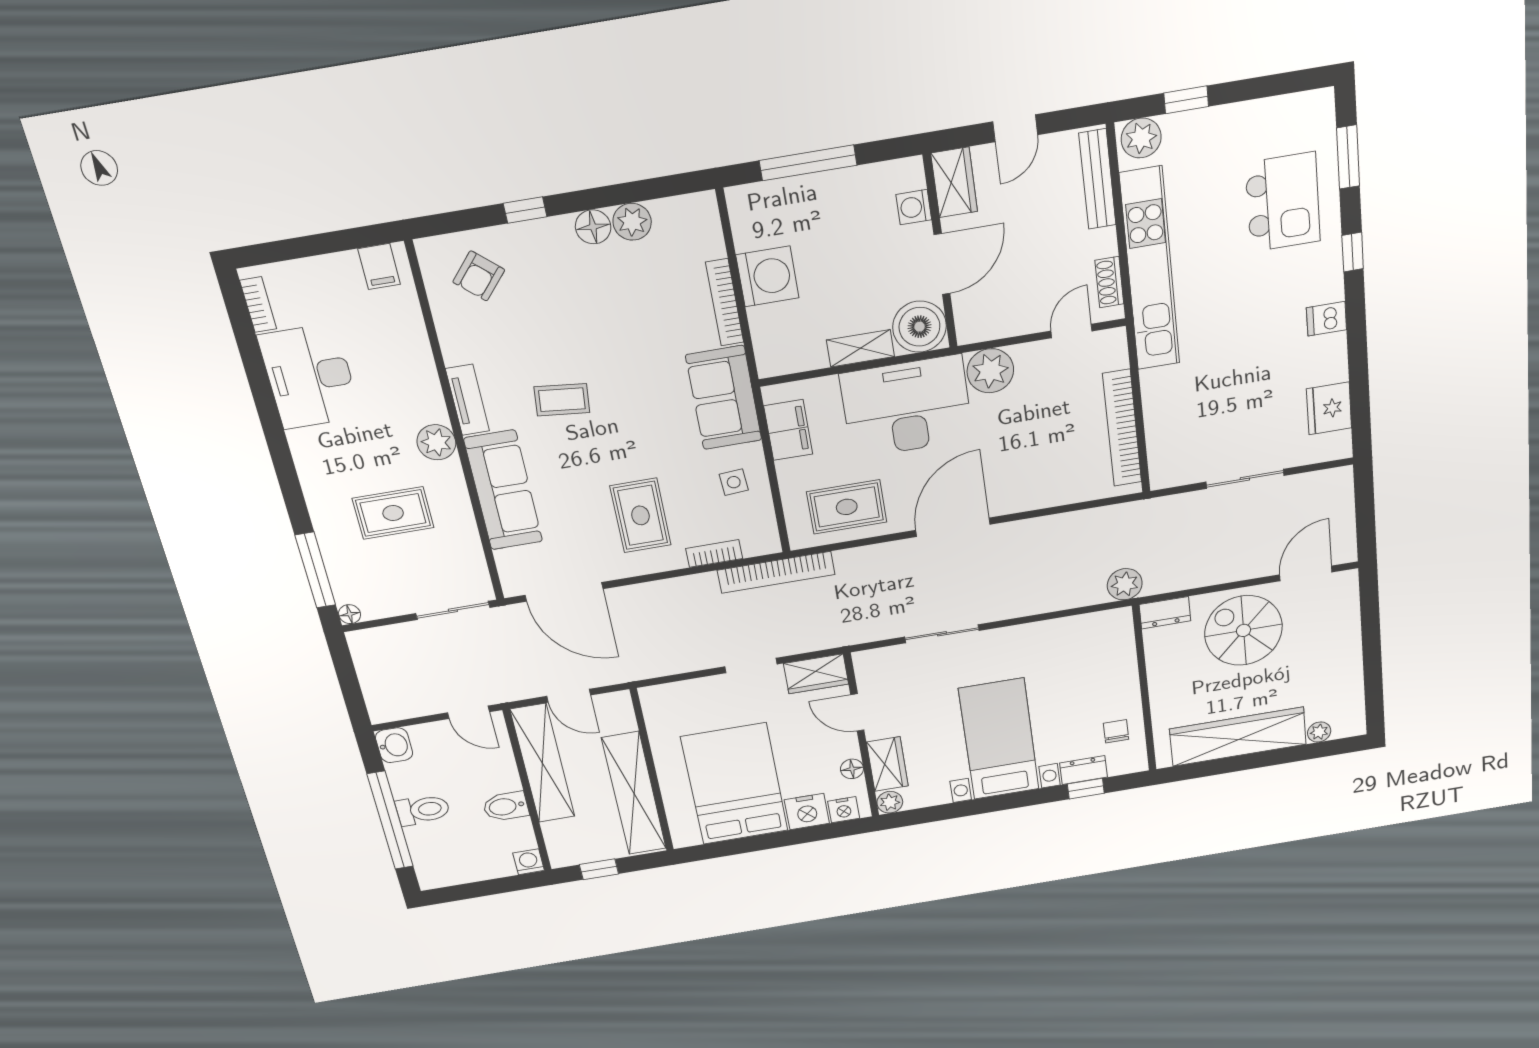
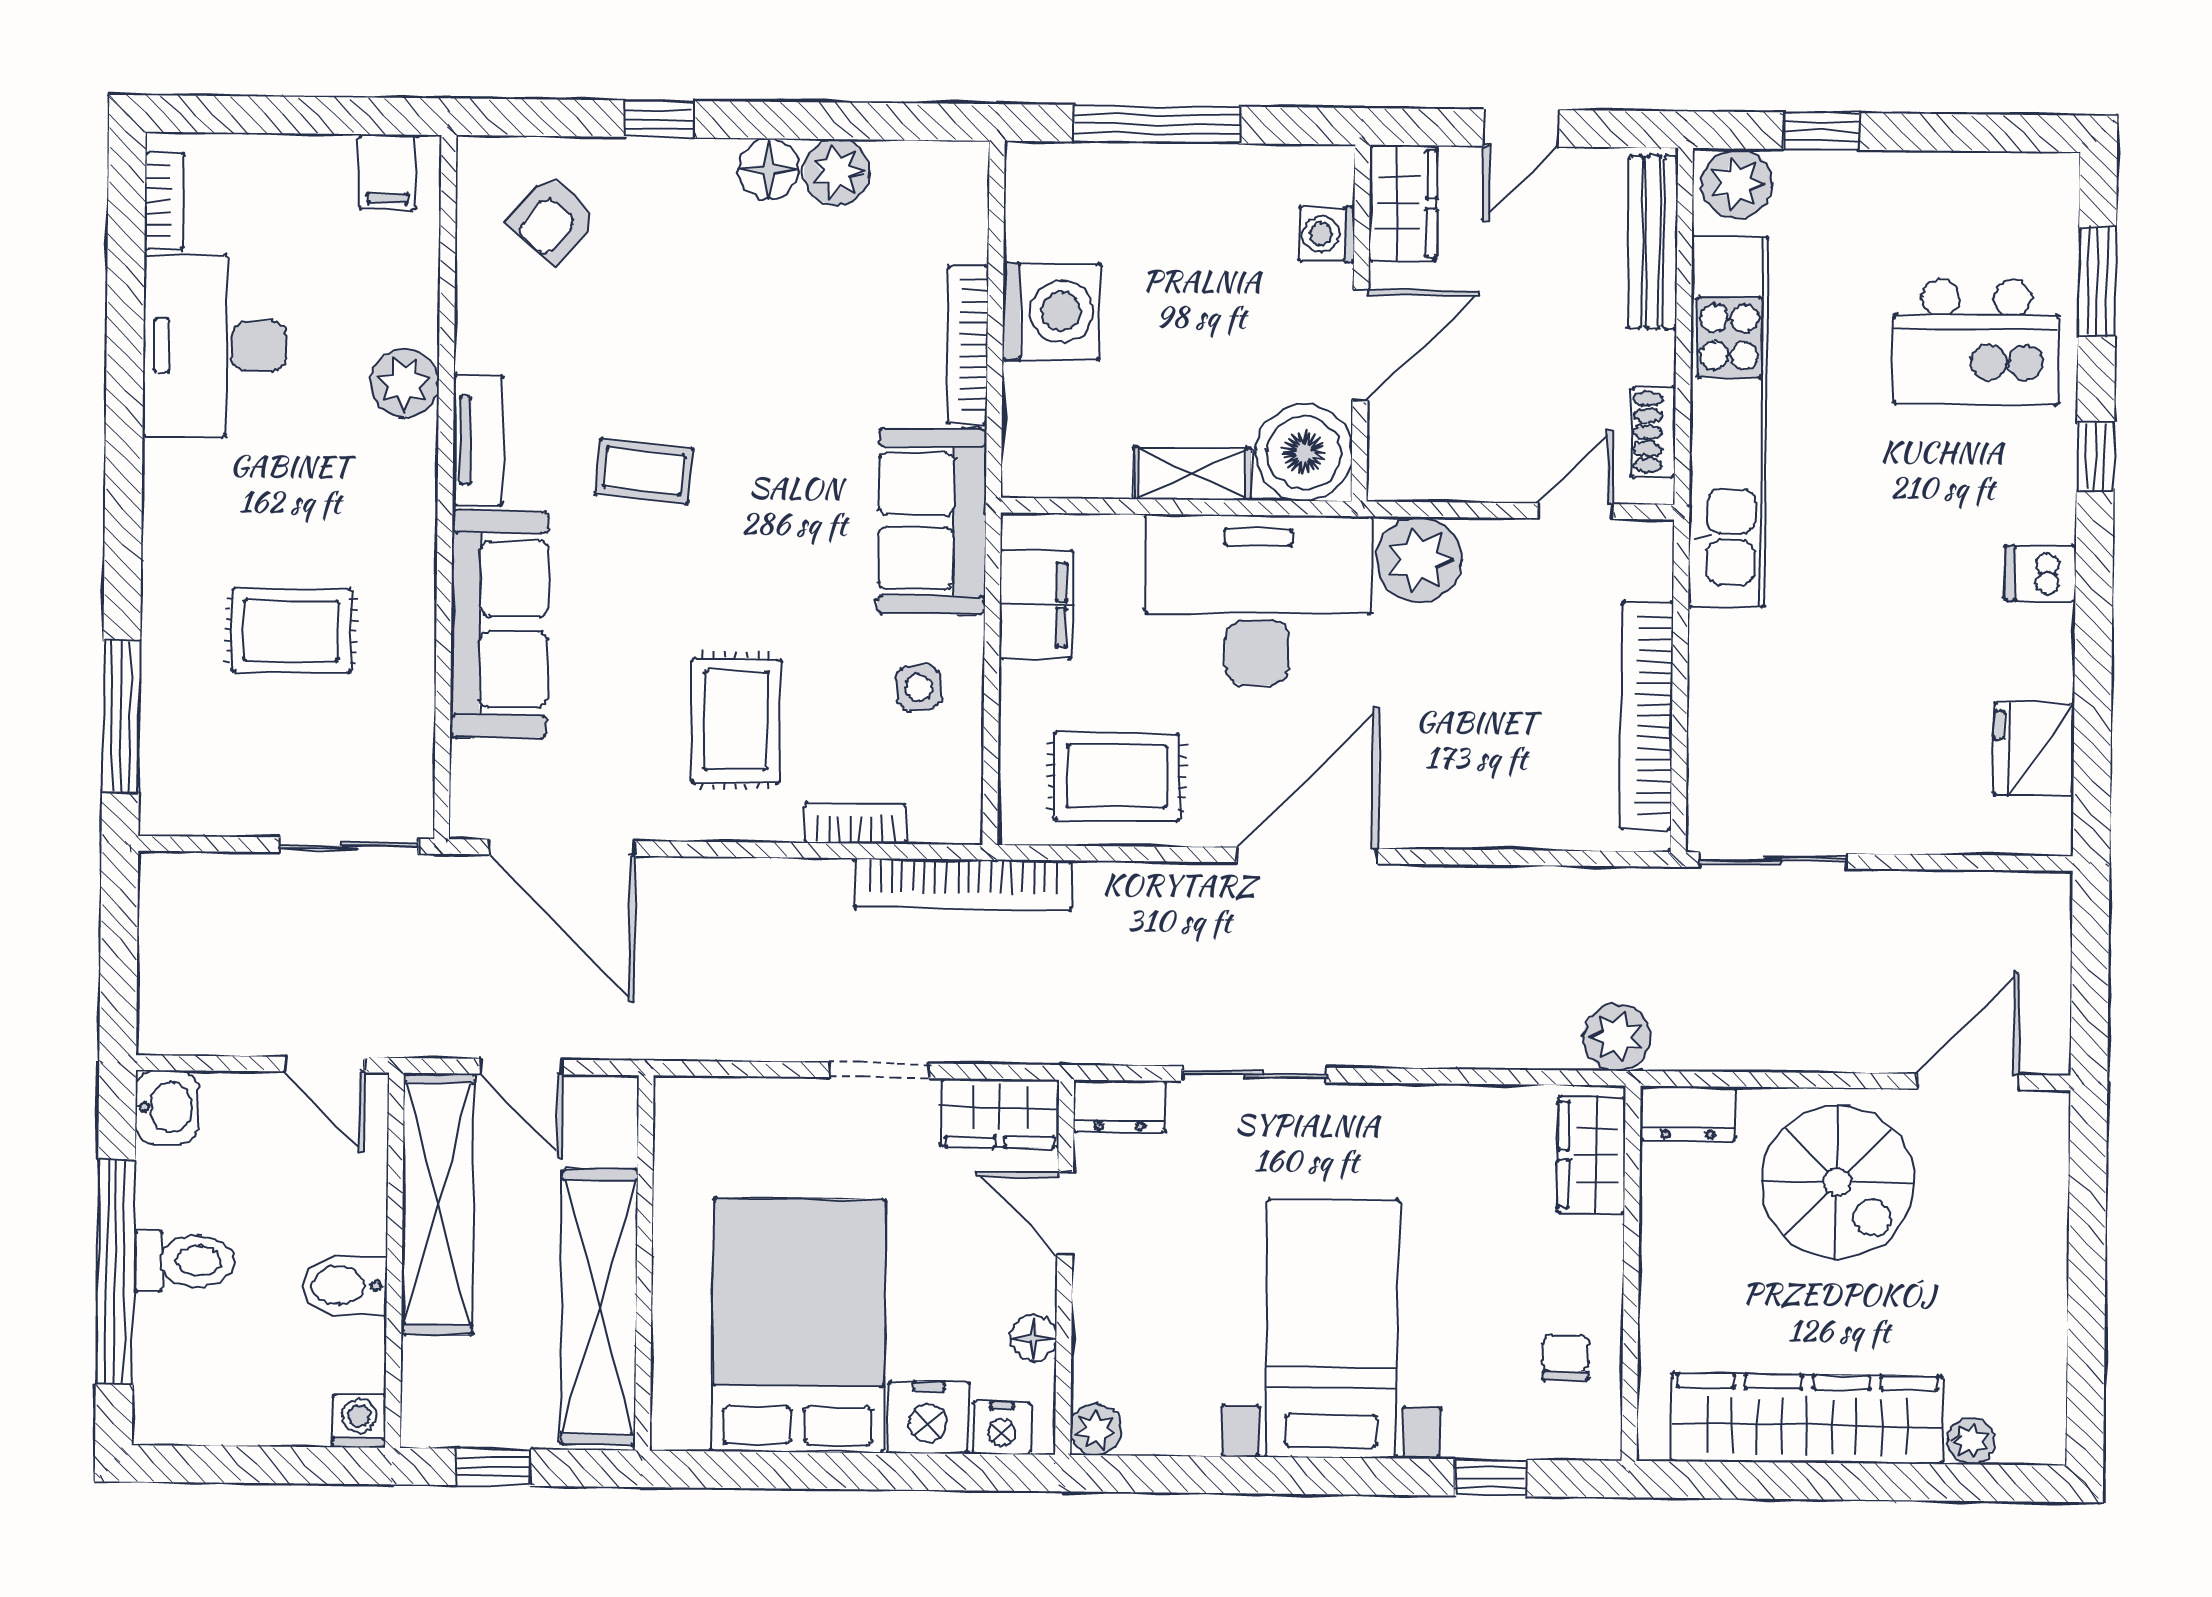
kitchen island: (1283, 202) -> (1976, 342), turned 90
plant: (436, 442) -> (405, 383), moved
sliding door: (1245, 479) -> (1773, 860), moved
floor lamp: (350, 614) -> (159, 816), removed
spiral stairs: (1243, 630) -> (1837, 1182), turned 180
wardrobe: (887, 764) -> (1591, 1155), moved, turned 180
dresser: (1084, 770) -> (1119, 1106), moved, turned 180

